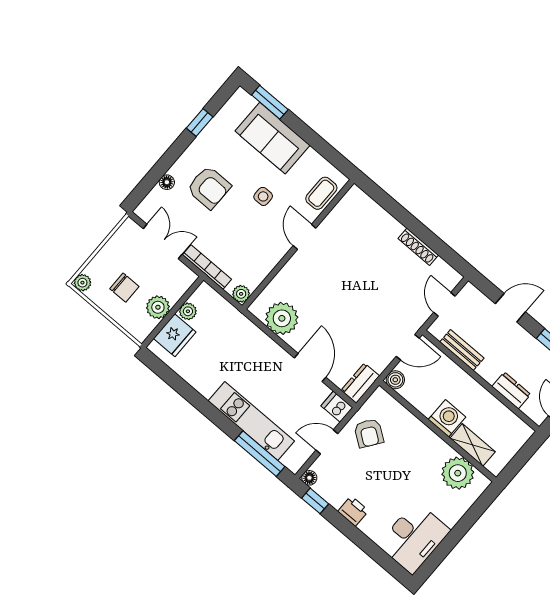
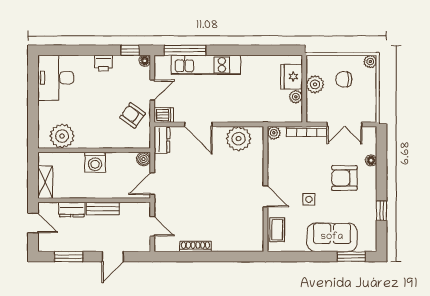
bench: (462, 350) -> (103, 209), moved
shelving: (473, 445) -> (45, 182), moved, turned 90

